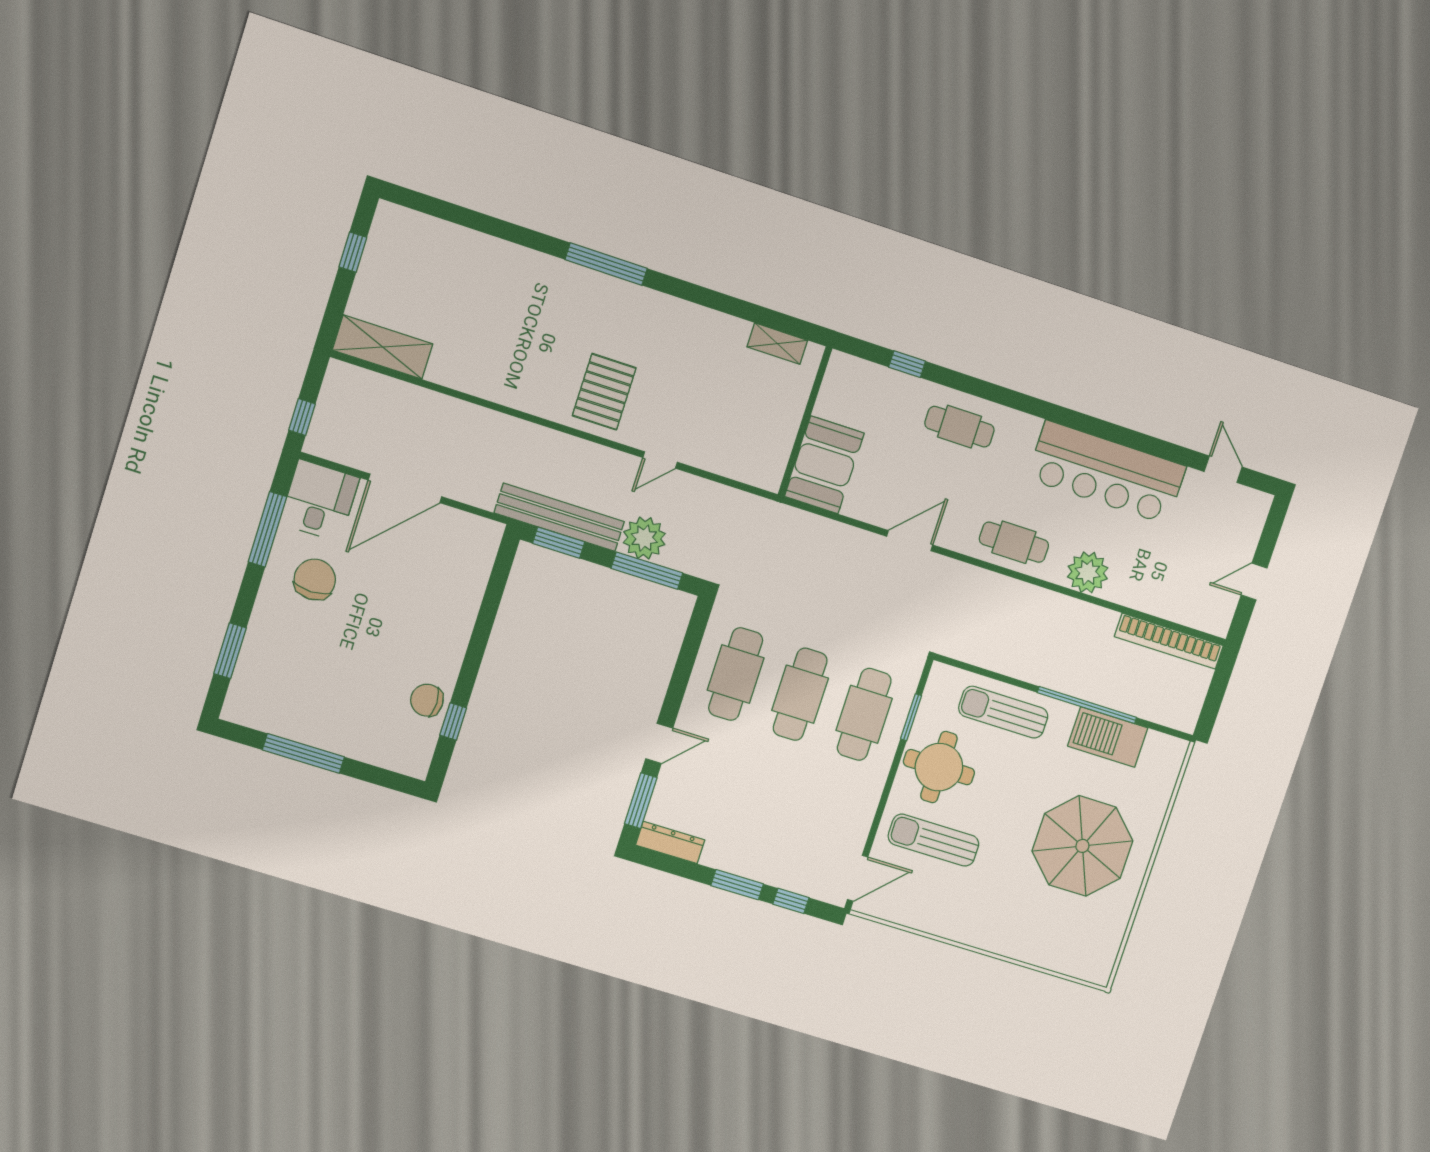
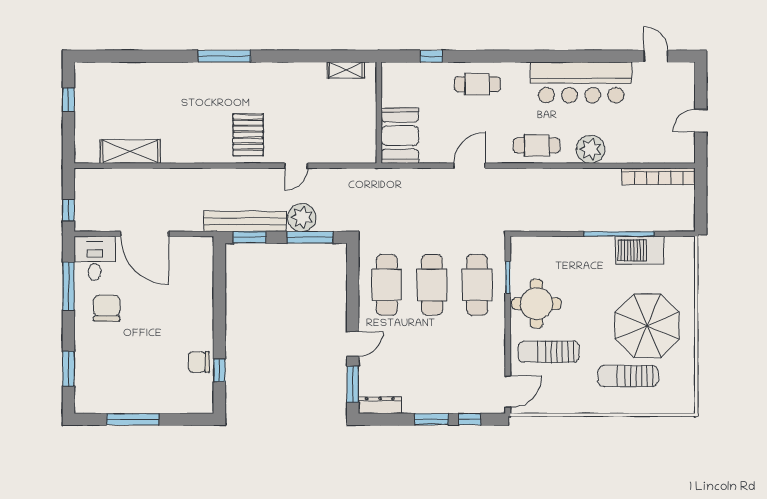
shelving: (383, 347) -> (130, 151), moved
door: (405, 488) -> (144, 234), hinge flipped
sun lounger: (1003, 712) -> (628, 376), moved

